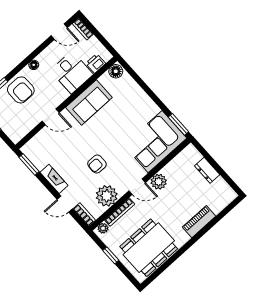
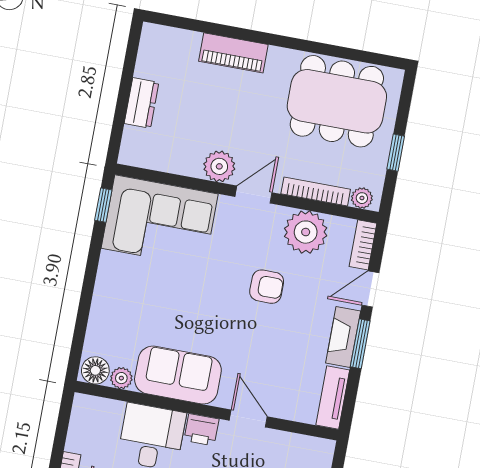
printer: (96, 63) -> (201, 430), moved
plant: (105, 79) -> (121, 378), added
window: (178, 124) -> (103, 205), width x0.67
tv unit: (33, 157) -> (333, 398), added
window: (29, 164) -> (360, 344), moved
door: (137, 187) -> (254, 195), hinge flipped
door: (65, 204) -> (370, 289), swing flipped

